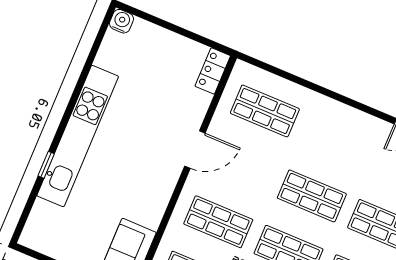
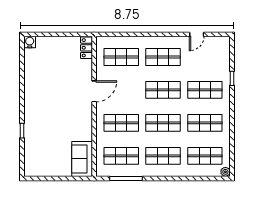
kitchen unit: (78, 136) -> (32, 109), removed
shop shelf: (335, 141) -> (163, 57), added

